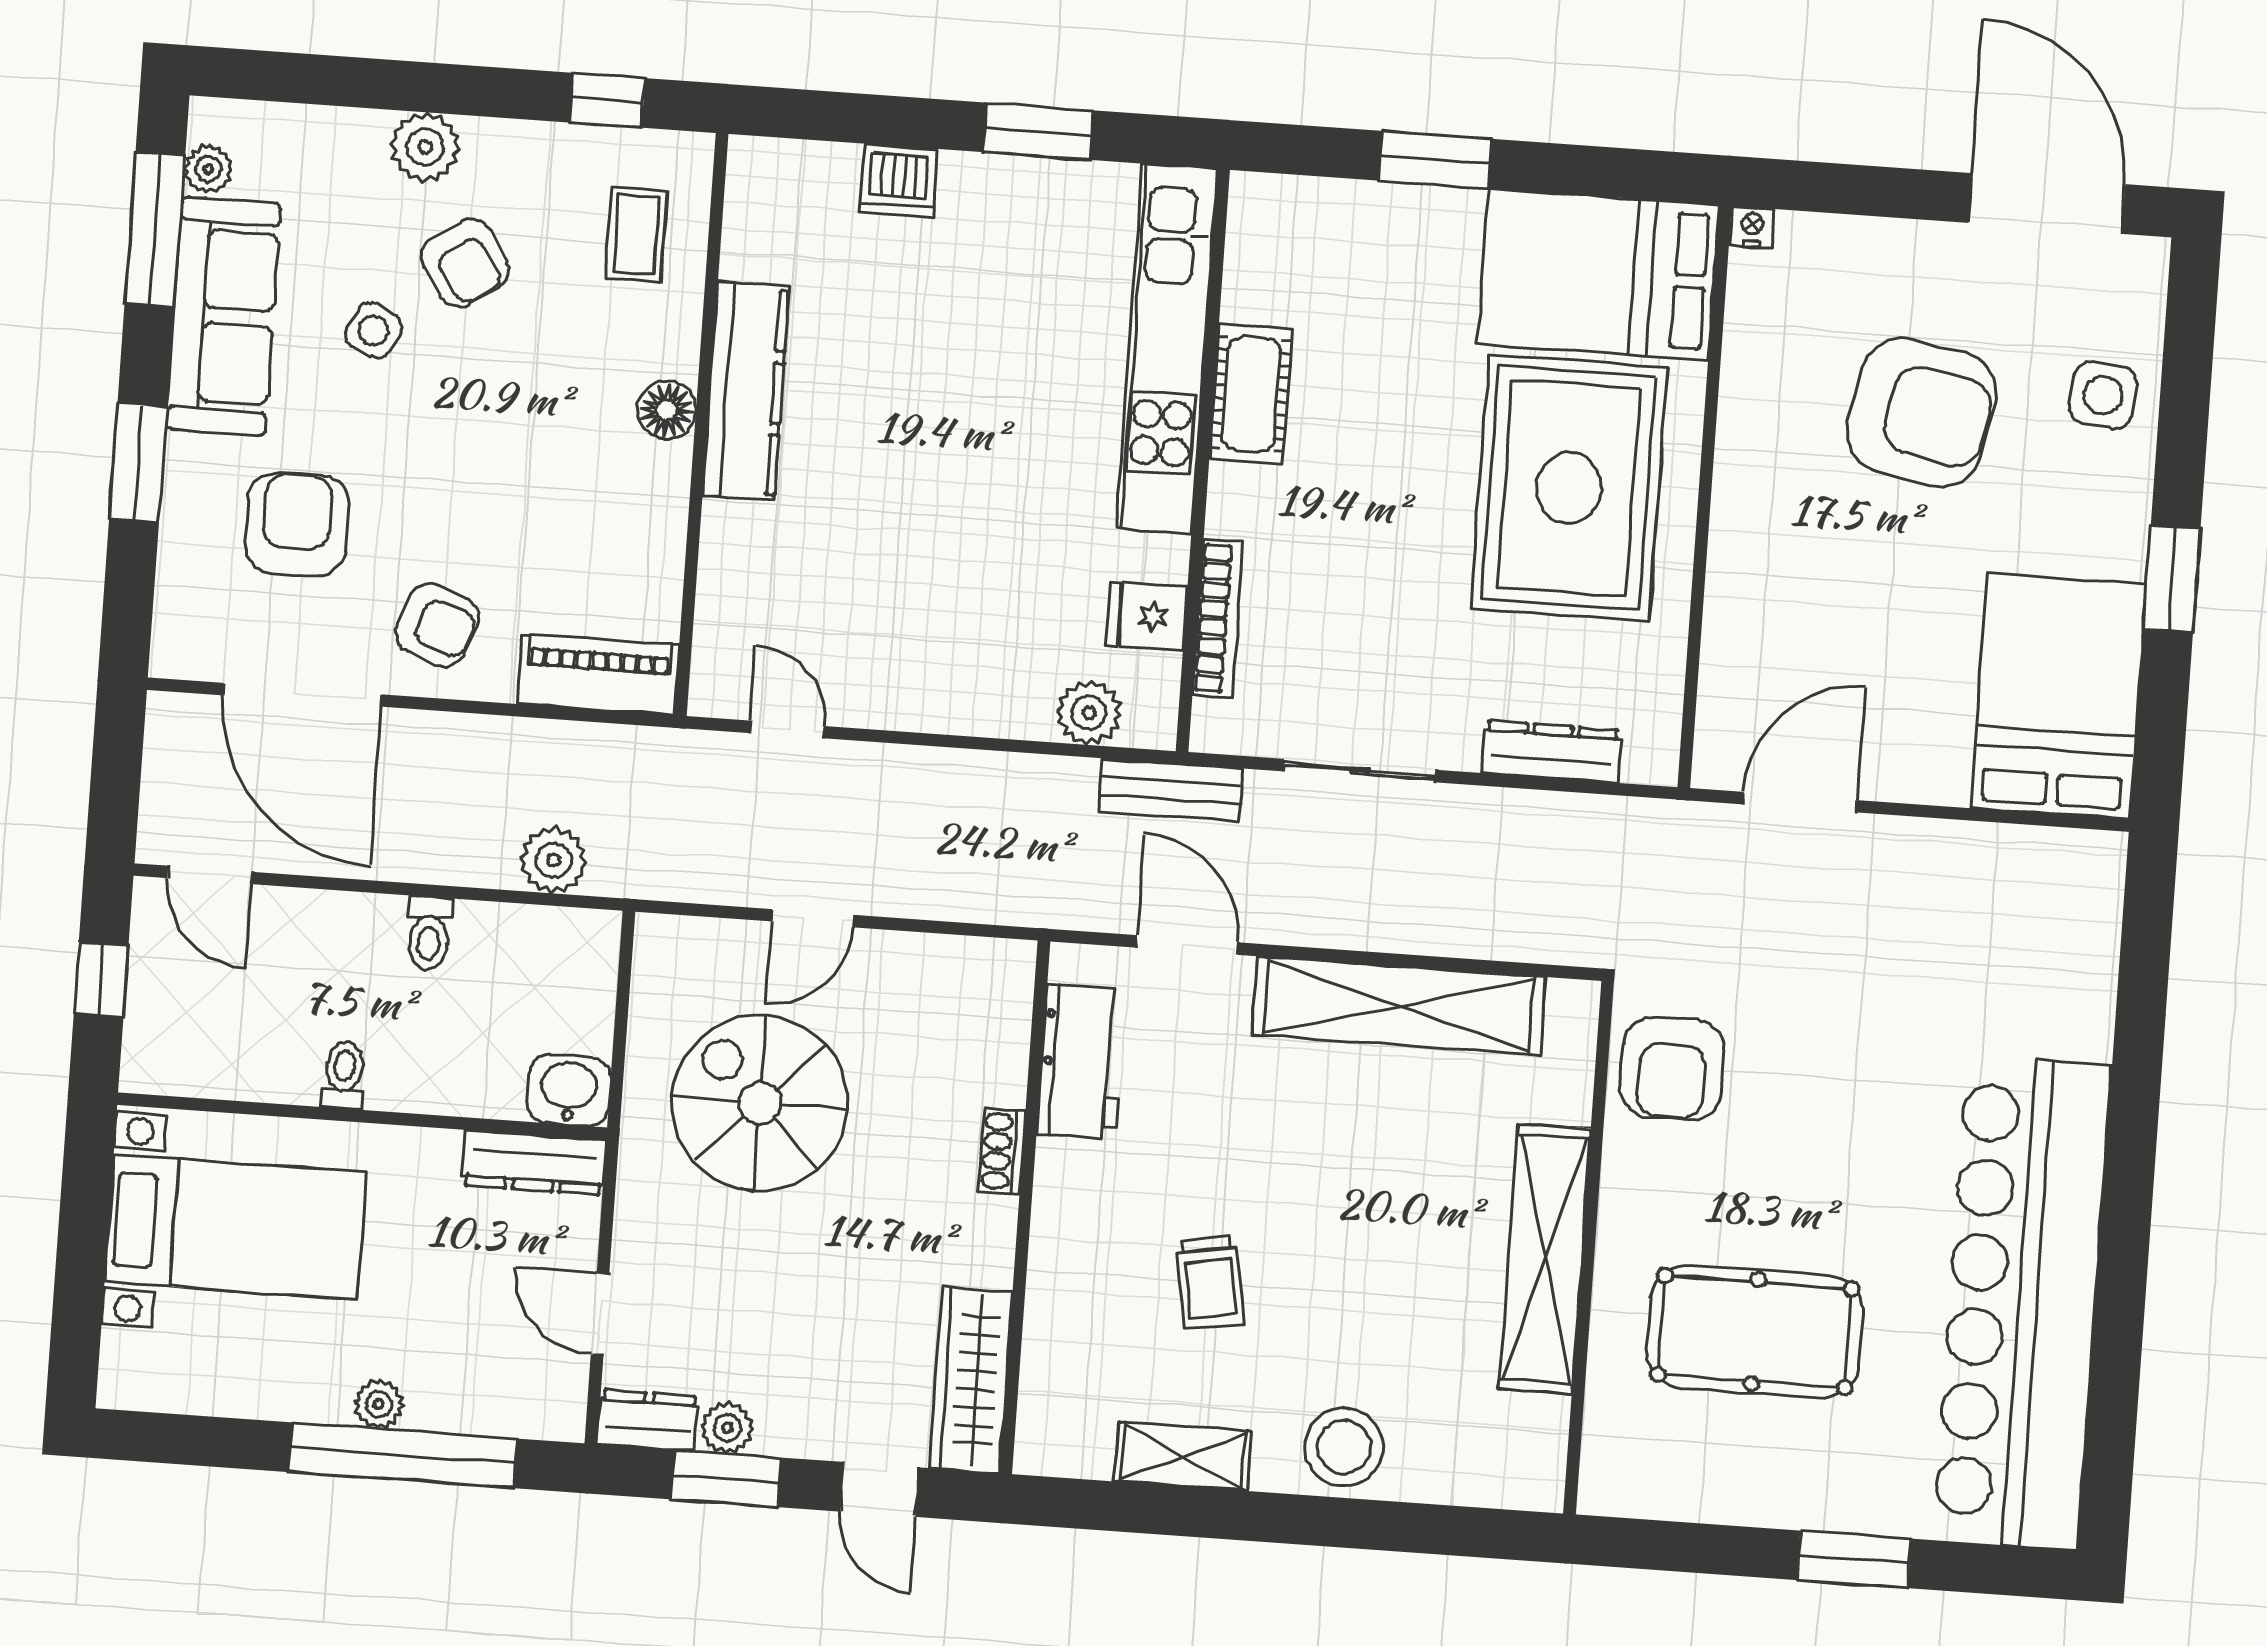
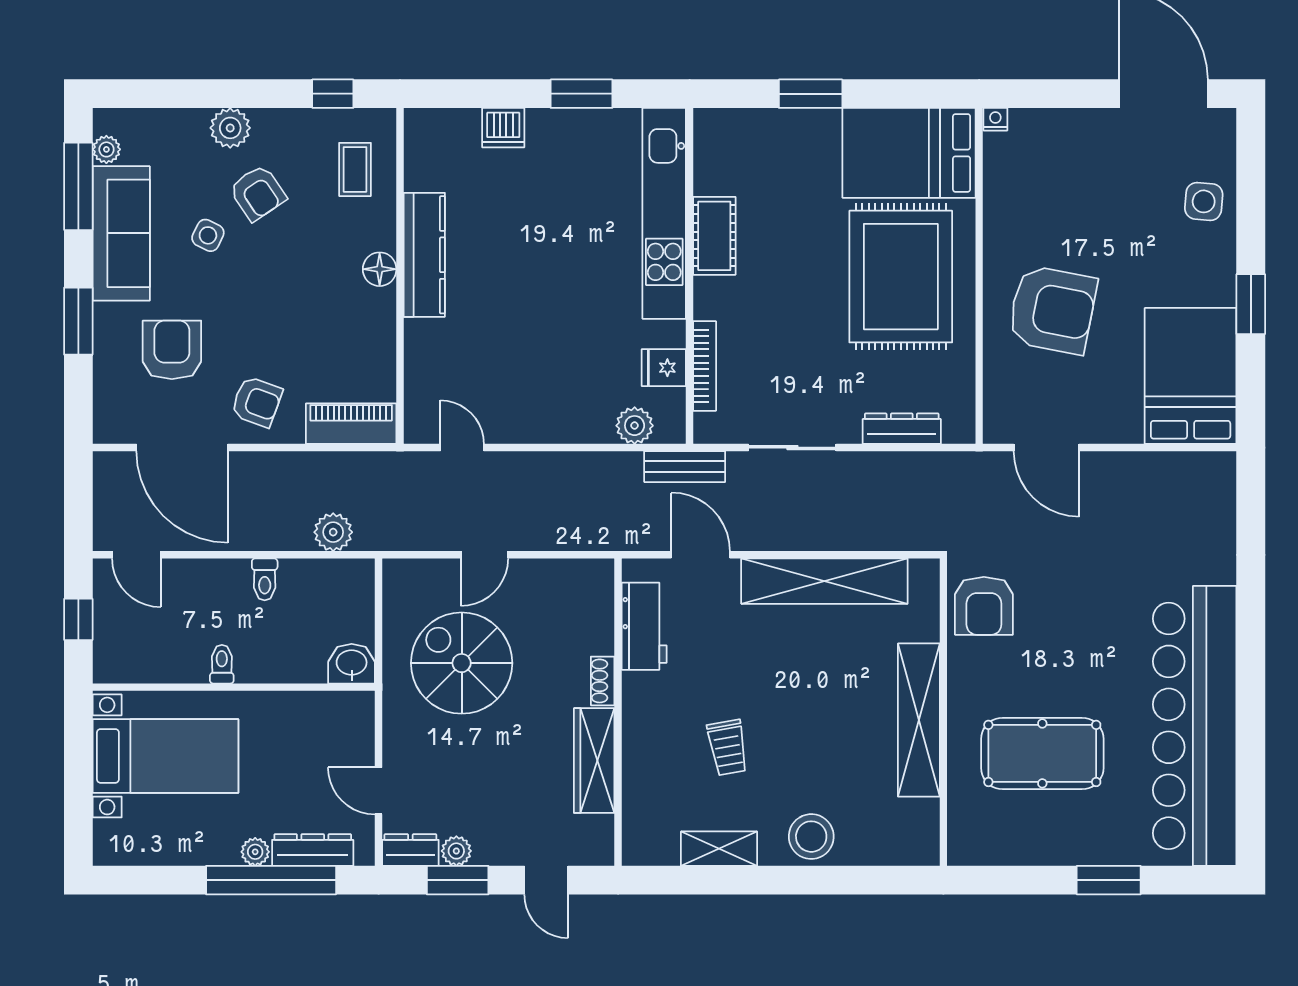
armchair: (1922, 412) -> (1052, 310), moved
door: (1800, 802) -> (1046, 448), swing flipped
dresser: (534, 1162) -> (313, 850), moved, turned 180
wardrobe: (971, 1380) -> (594, 761), moved

